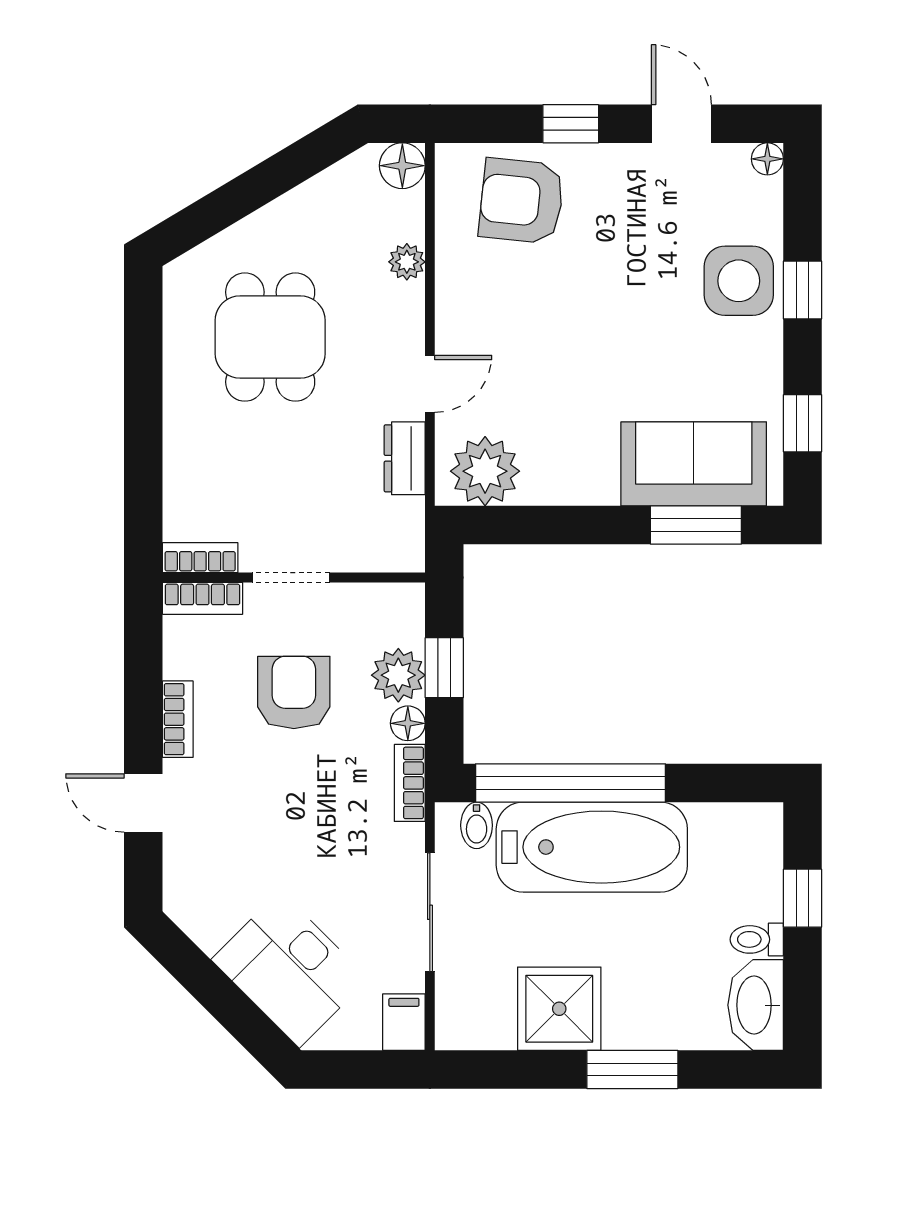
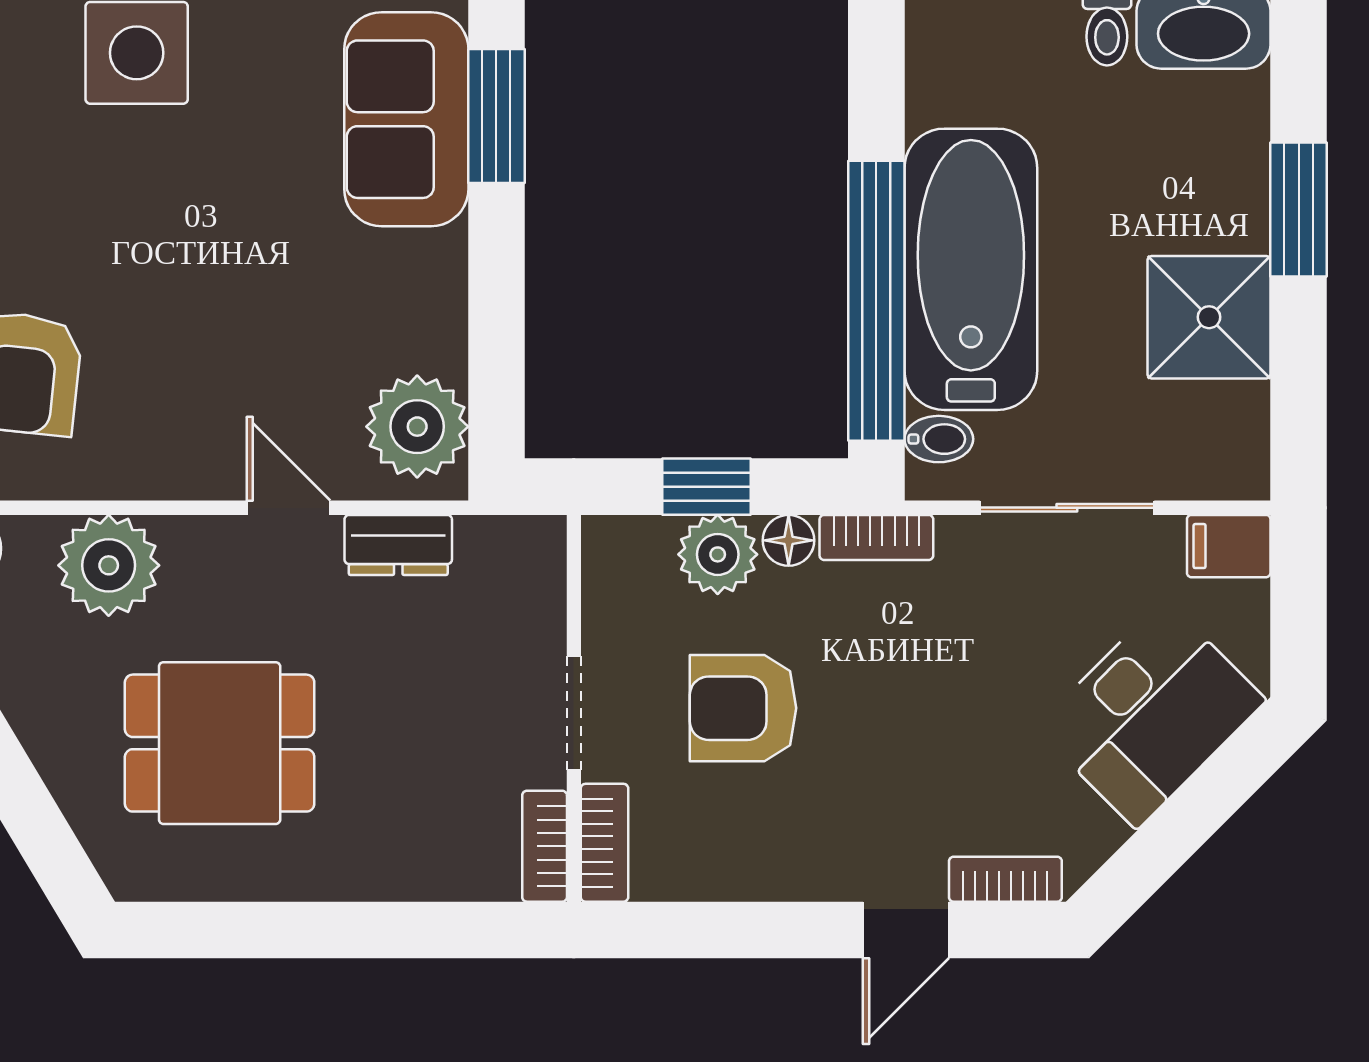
plant: (407, 262) -> (109, 565), width x1.88, depth x1.88
bookcase: (178, 719) -> (1005, 879), moved

